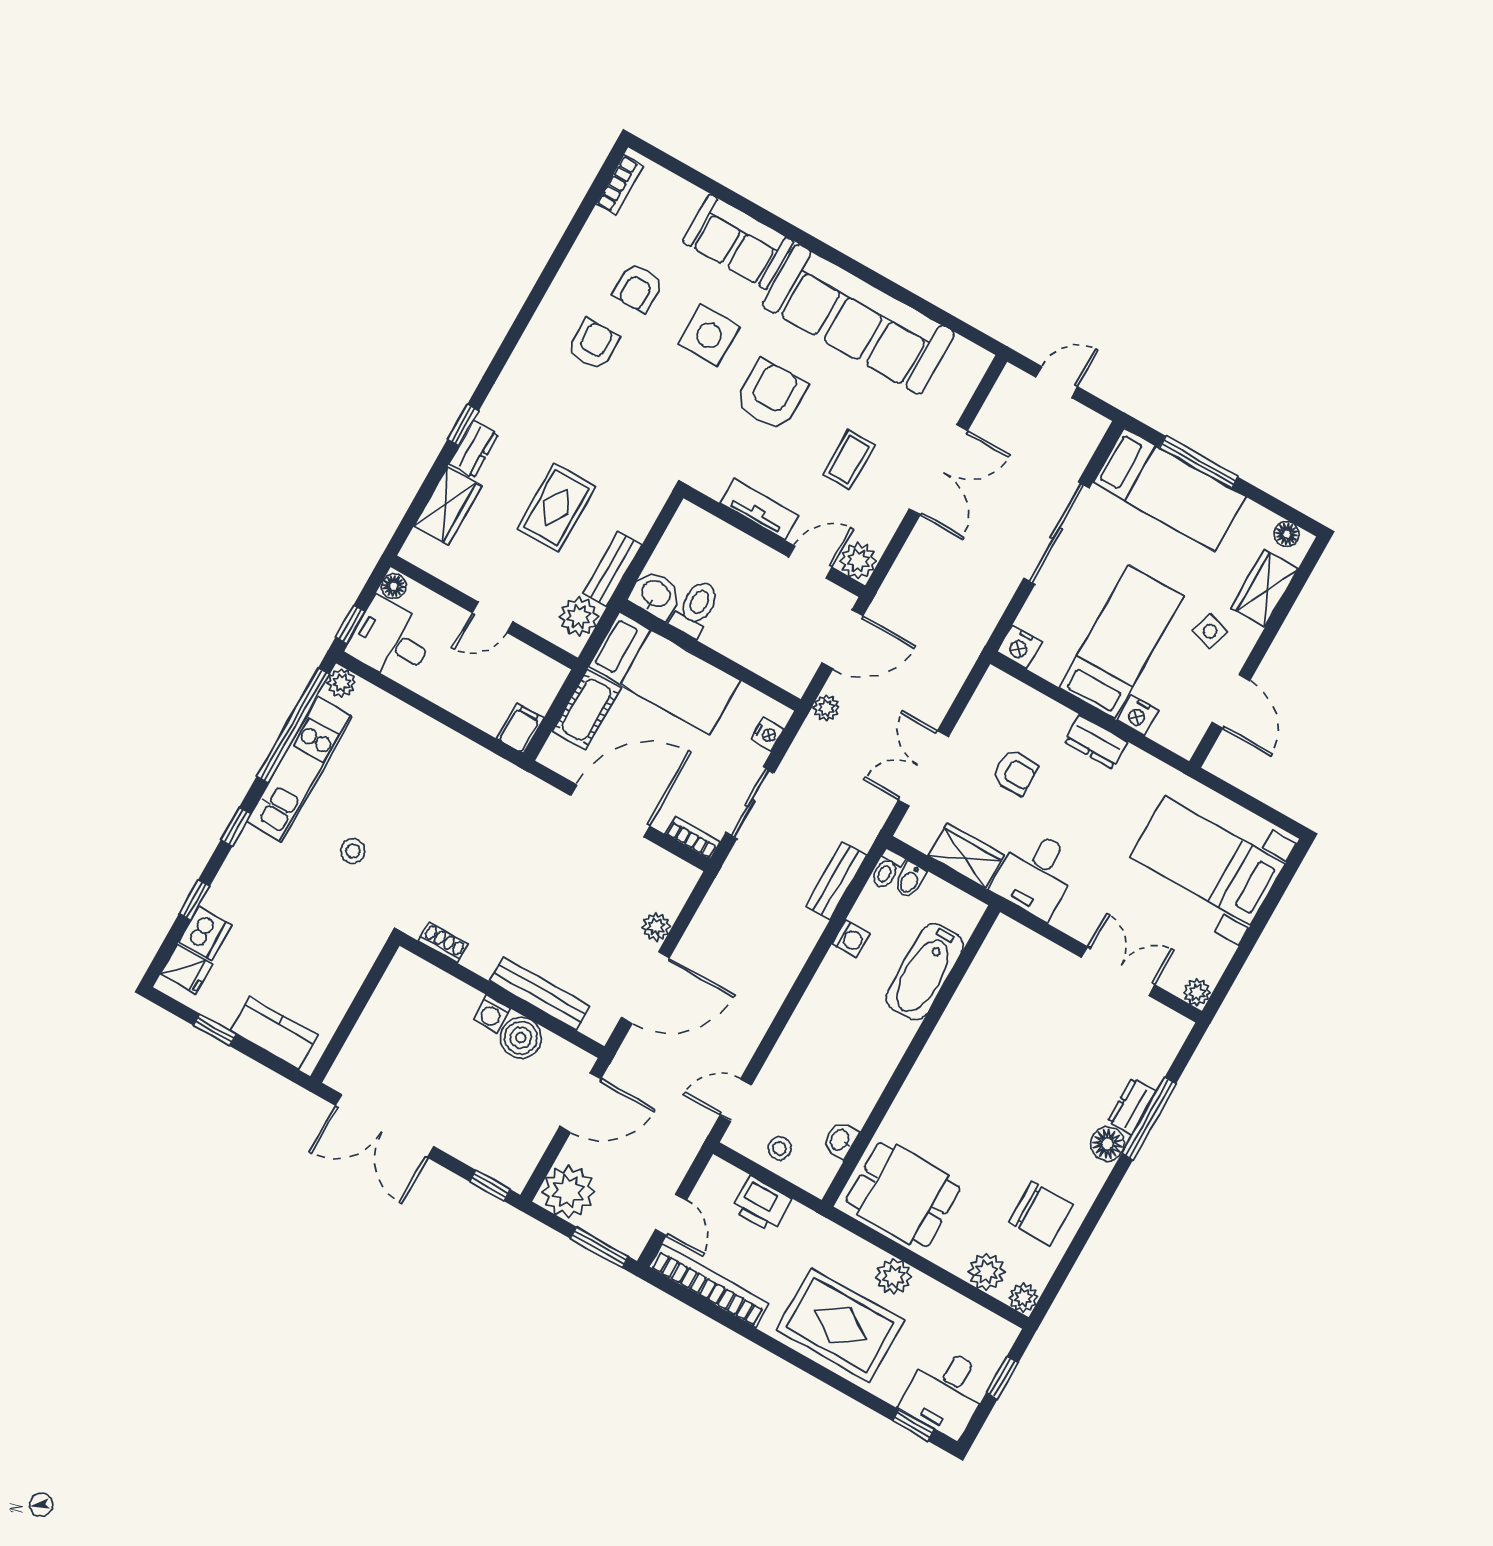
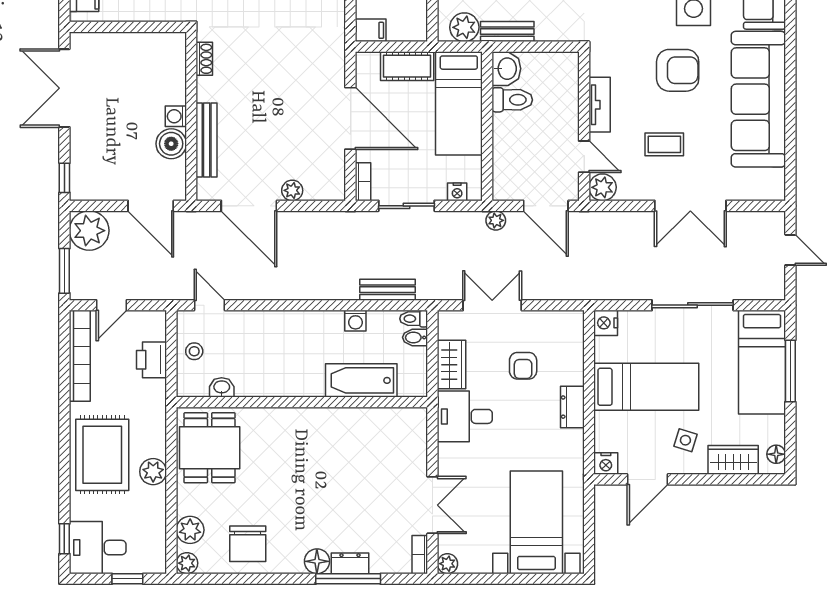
nightstand: (1138, 715) -> (606, 463), moved, turned -90
bookcase: (1168, 1019) -> (420, 555), added

